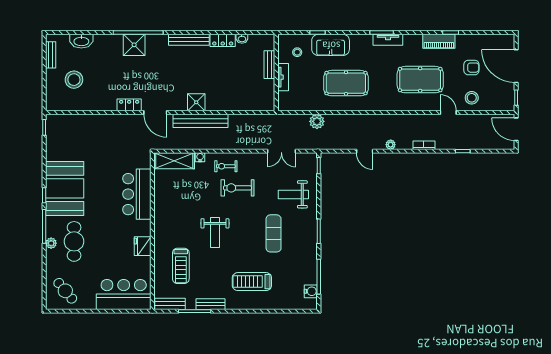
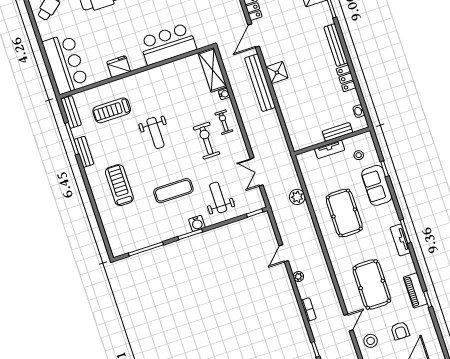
washbasin: (242, 39) -> (359, 111), moved
weight bench: (215, 232) -> (155, 133), turned -90
water cooler: (311, 291) -> (197, 223), moved

